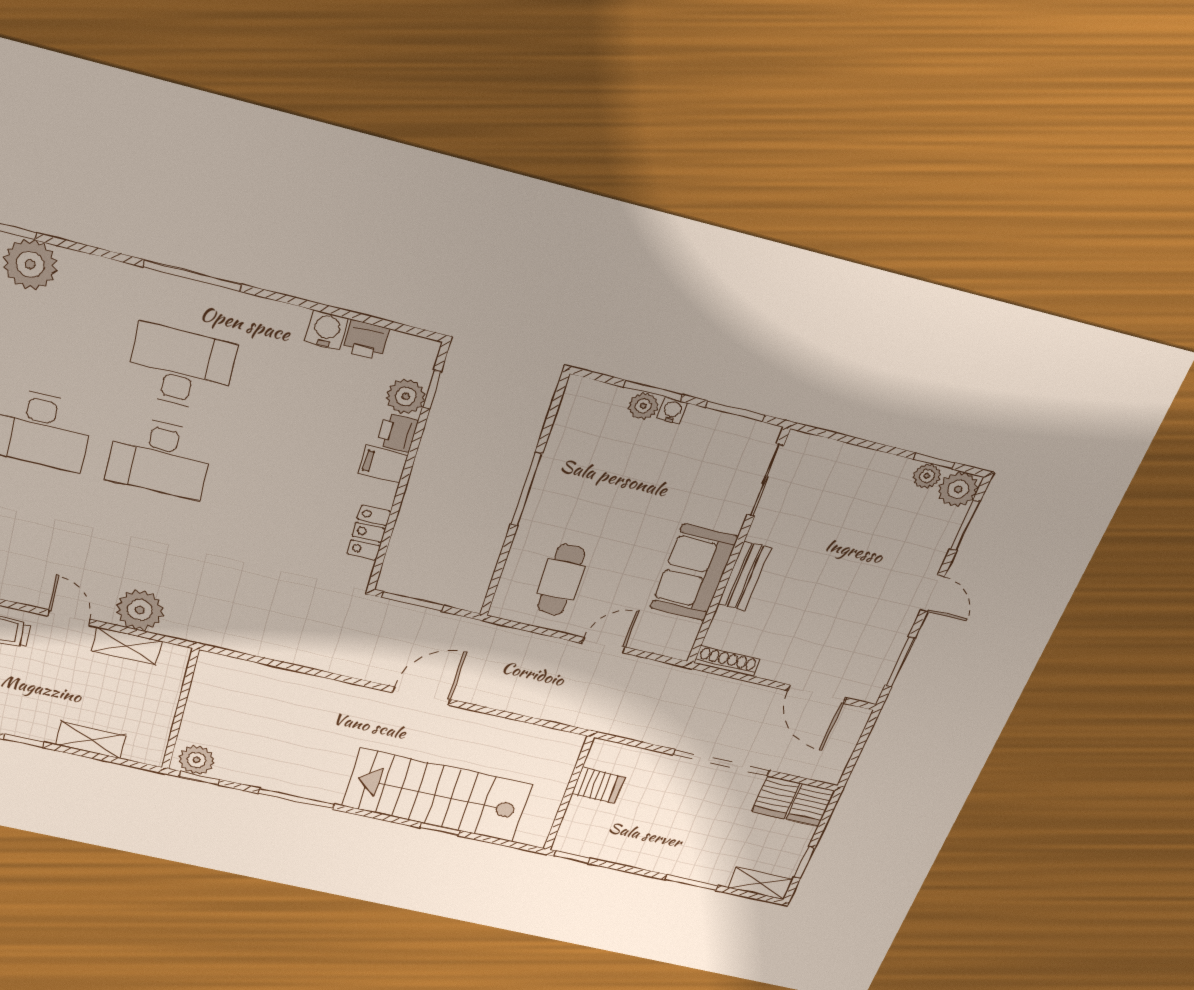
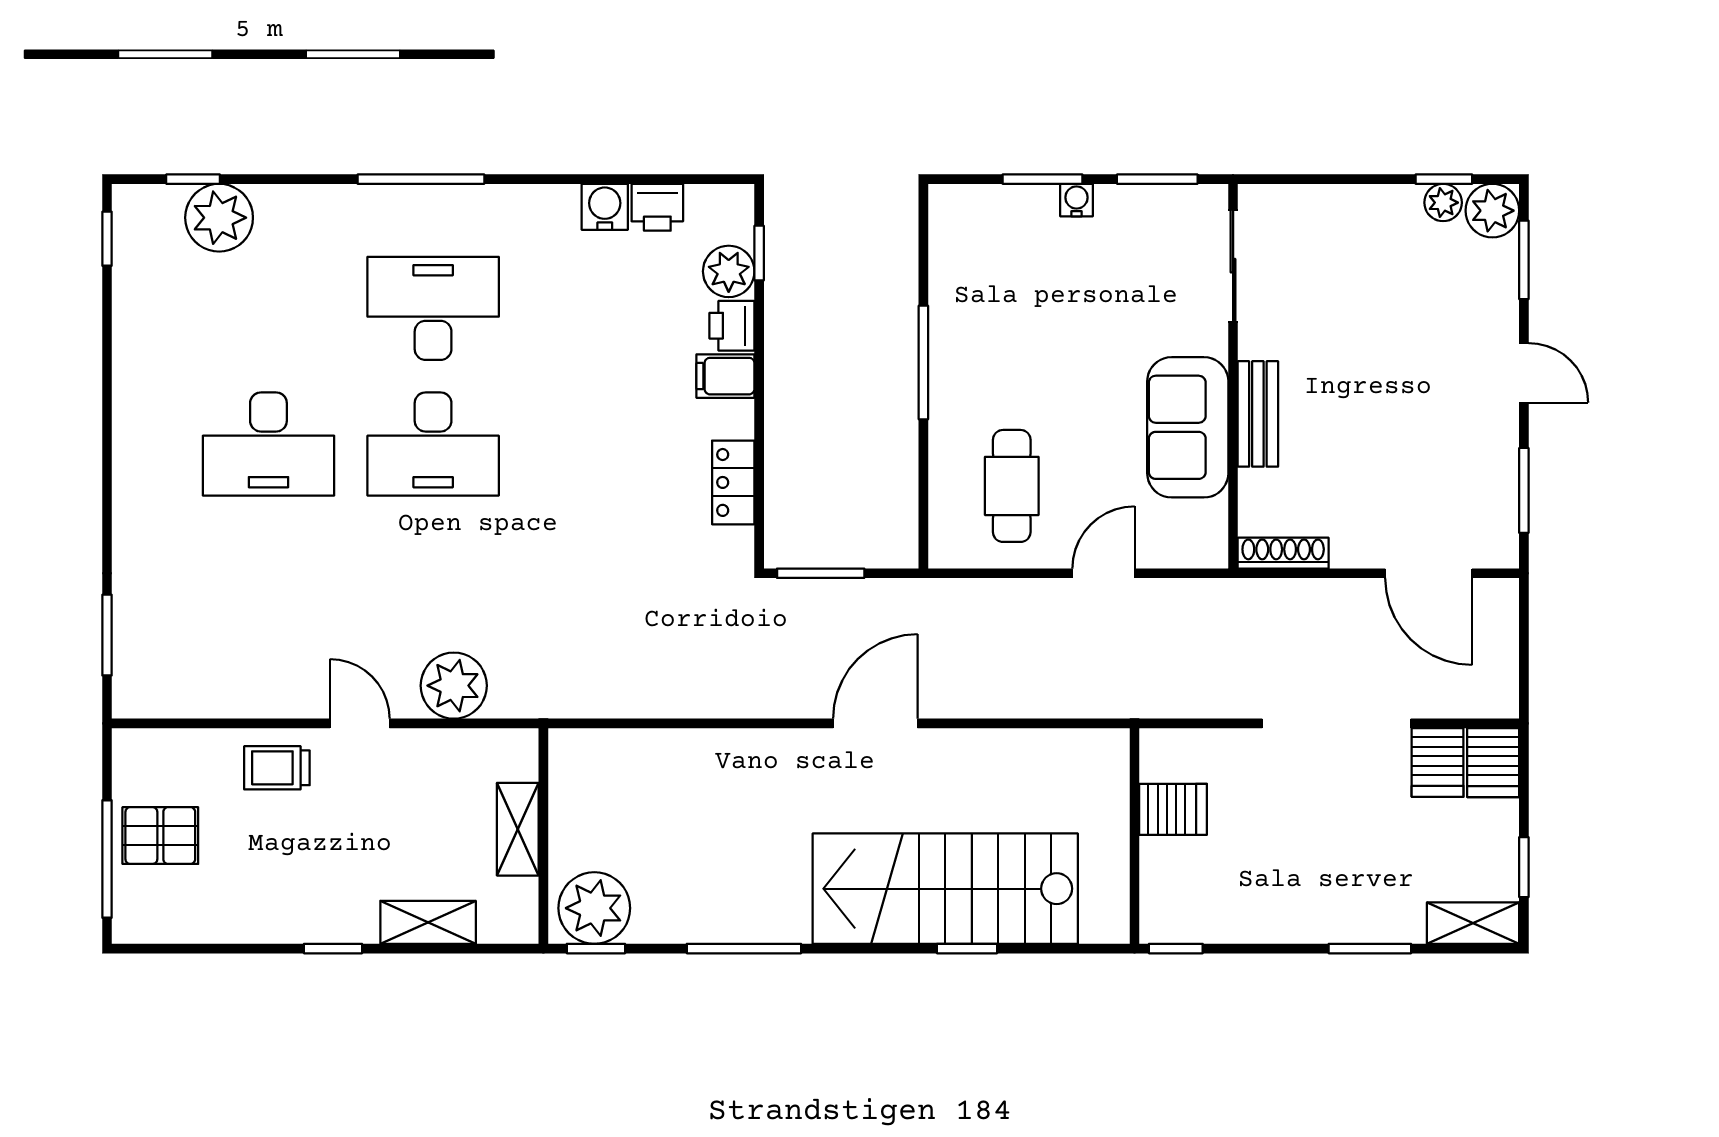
plant: (643, 406) -> (1037, 204), removed
shelving: (126, 646) -> (518, 829), moved, turned 90
plant: (196, 760) -> (594, 908), width x1.36, depth x1.36

